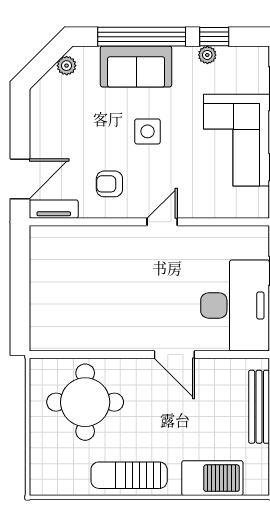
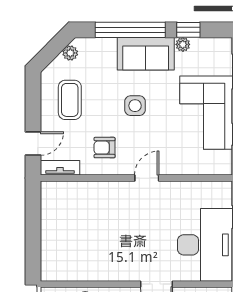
sofa: (136, 67) -> (146, 54), moved
coffee table: (66, 124) -> (70, 100), added
door: (20, 179) -> (33, 144), width x0.73

